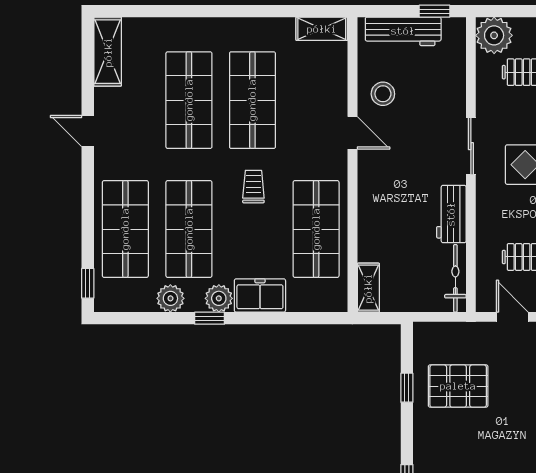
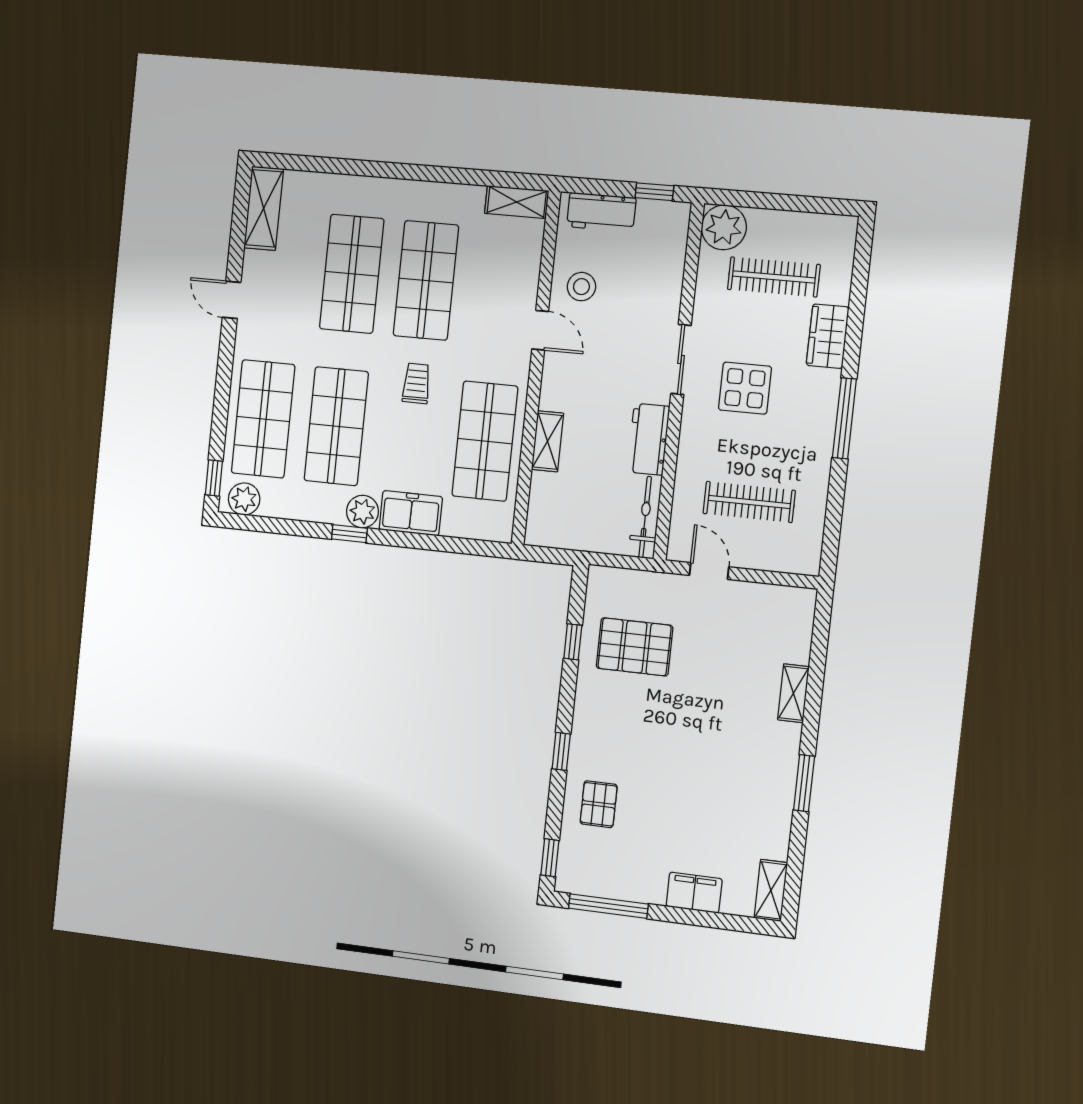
workbench: (403, 31) -> (601, 212), width x0.73
shelving: (368, 288) -> (548, 441), moved
plant: (170, 298) -> (244, 499), moved

